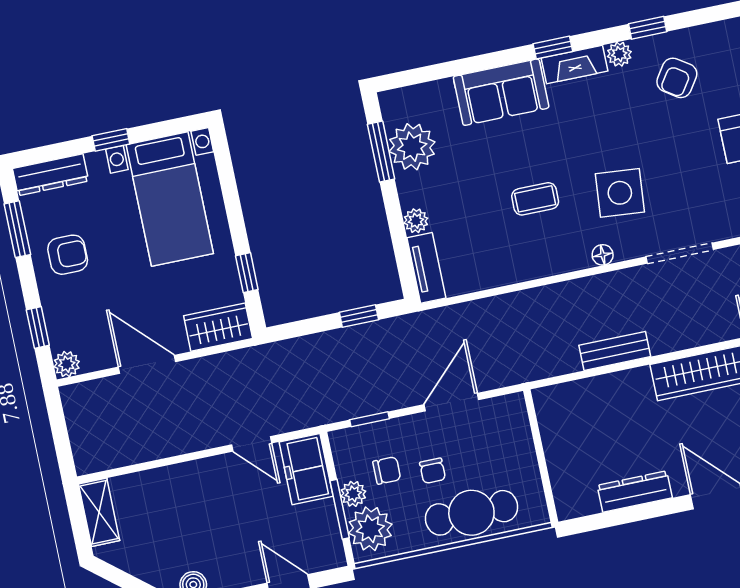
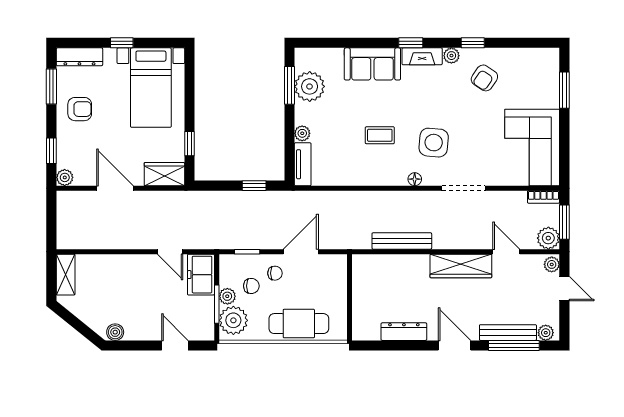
bench: (615, 351) -> (402, 241), width x1.36
chair: (433, 471) -> (275, 273), moved, turned -90

